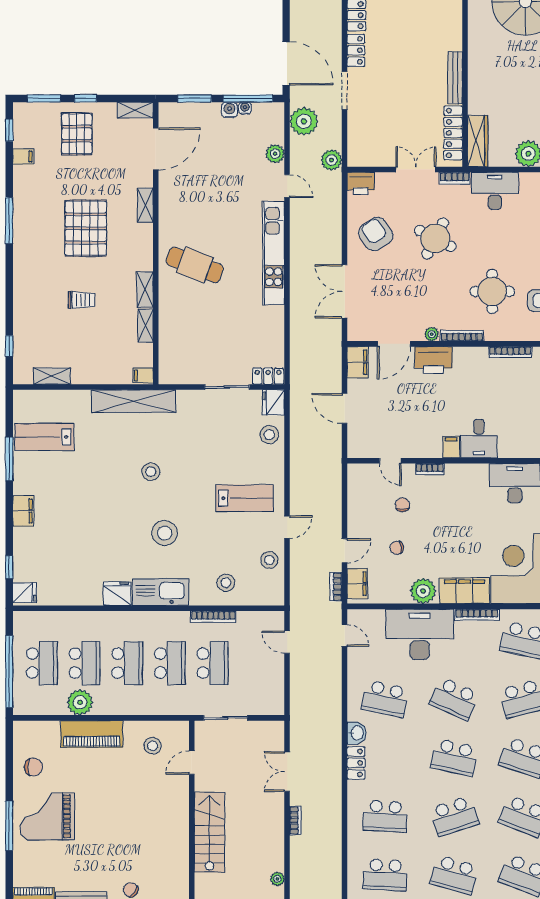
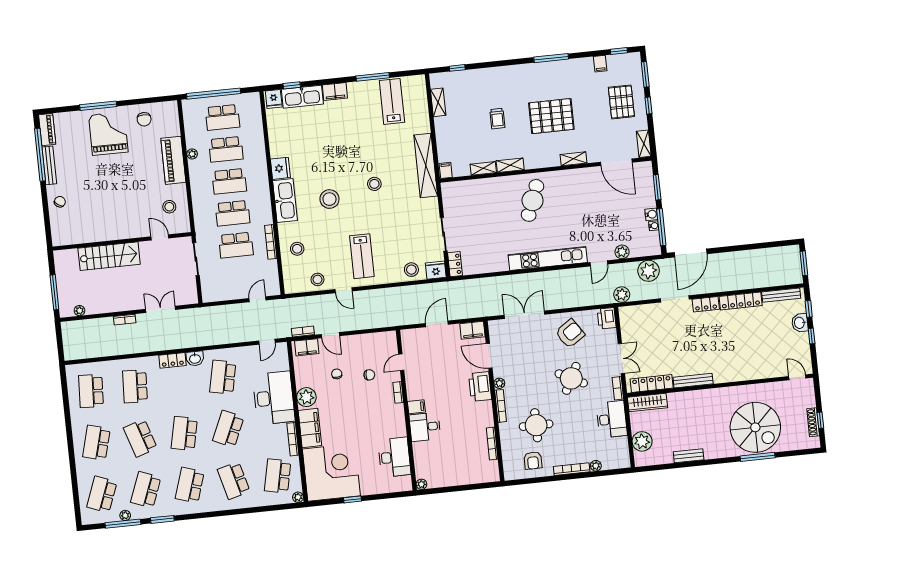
pallet: (77, 134) -> (621, 102), turned 90
kitchen sink: (26, 555) -> (302, 97), added
plant: (80, 702) -> (192, 154), width x0.53, depth x0.53

